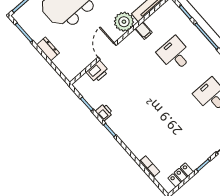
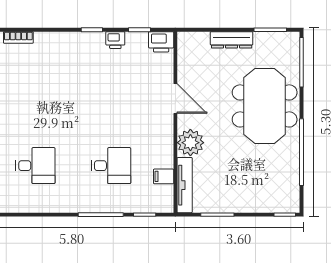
filing cabinet: (144, 31) -> (164, 176), moved
dresser: (48, 49) -> (232, 40), width x1.44
printer: (98, 71) -> (161, 42), moved, turned -90

